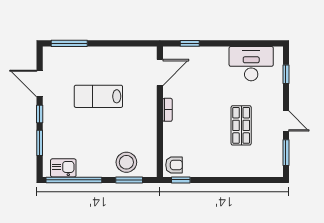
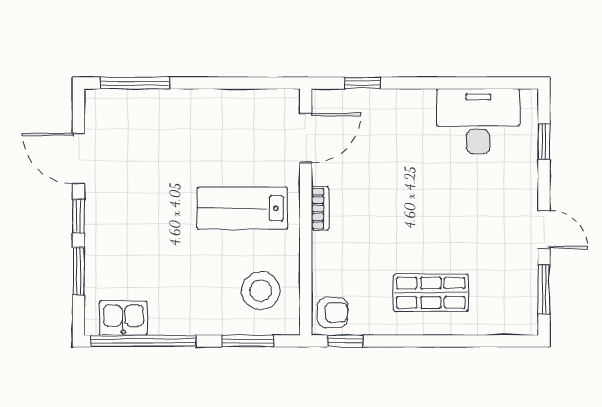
lab bench: (98, 96) -> (242, 208), moved
shop shelf: (241, 125) -> (431, 293), moved, turned 90
stool: (126, 162) -> (261, 291), moved

